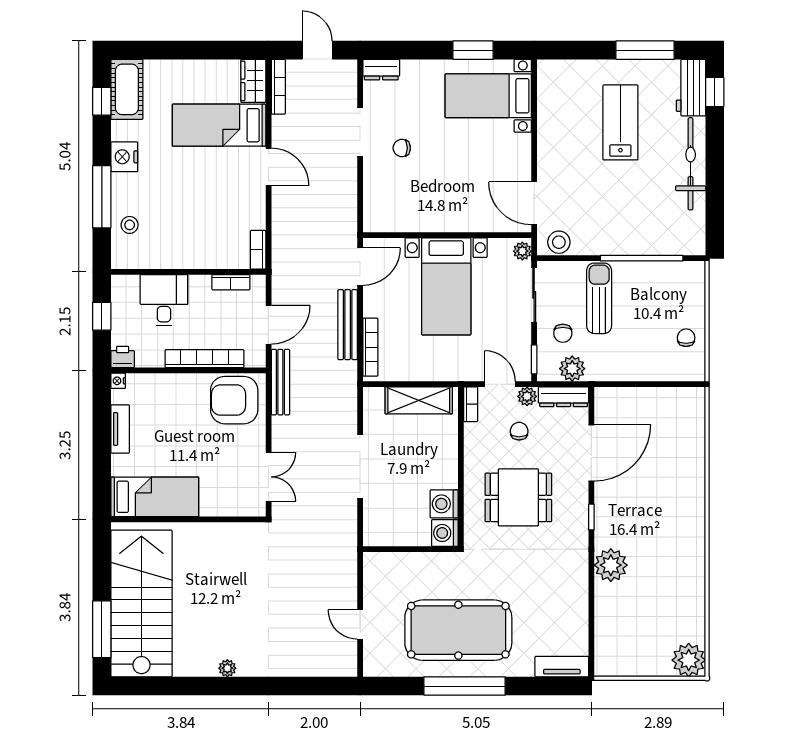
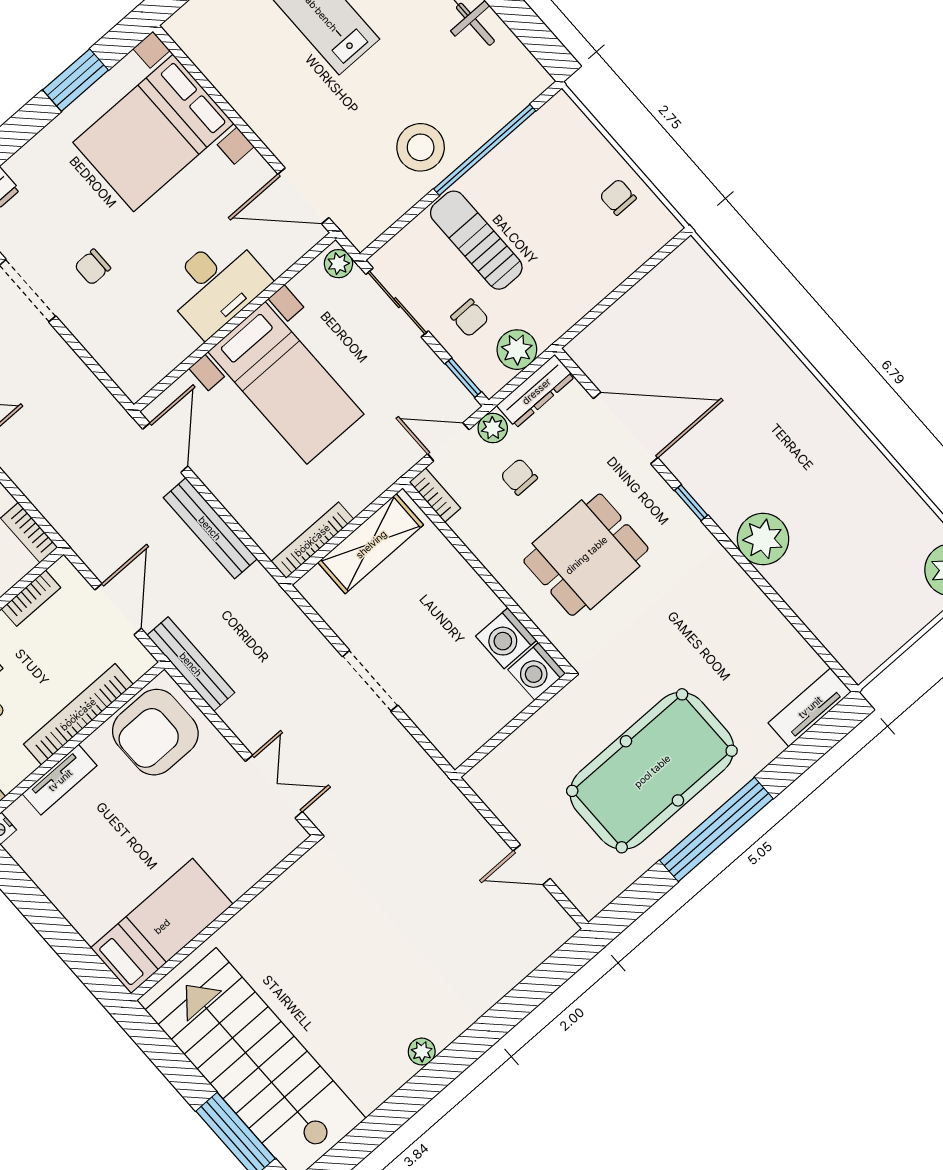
bed with nightstands: (488, 96) -> (153, 133), width x1.36
desk: (454, 209) -> (216, 285), added
stool: (559, 242) -> (421, 147), moved, width x1.38, depth x1.38
bookcase: (370, 347) -> (312, 540), moved, turned -90
tv unit: (120, 429) -> (60, 780), moved, turned 90
door: (591, 453) -> (626, 428), hinge flipped
doorway: (360, 467) -> (370, 681), width x0.73

